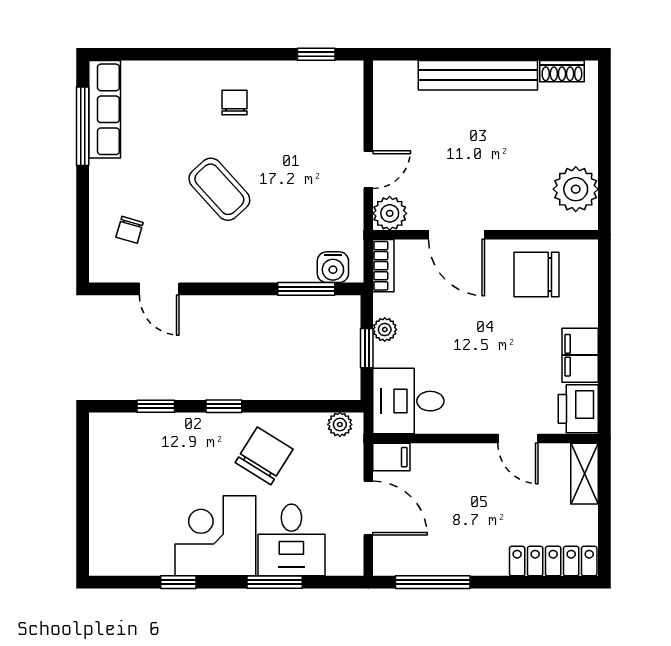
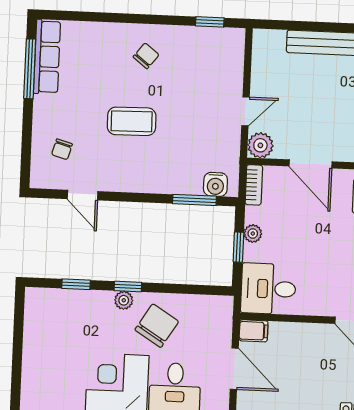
chair: (235, 102) -> (146, 56), turned 38
coffee table: (219, 189) -> (132, 121), turned -49
plant: (340, 424) -> (124, 300), moved

